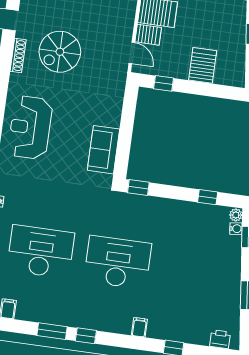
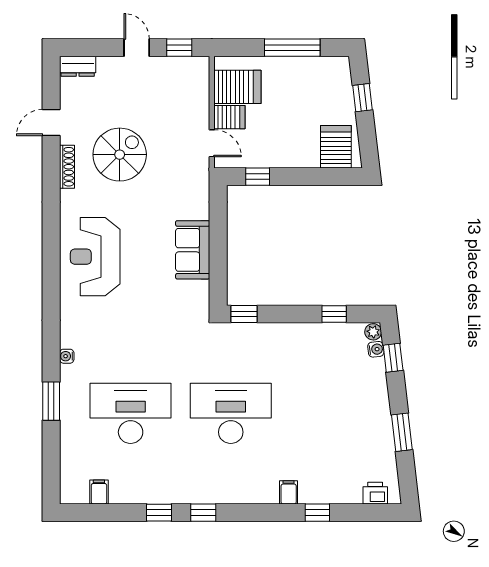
spiral stairs: (60, 52) -> (120, 155), turned 180
server rack: (203, 65) -> (336, 147), moved
sofa: (103, 150) -> (193, 250), moved
filing cabinet: (139, 327) -> (289, 492), moved
window: (52, 331) -> (159, 513), width x0.67

